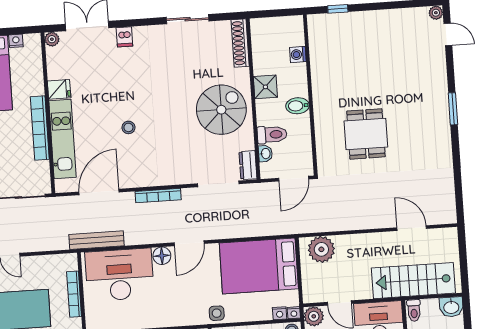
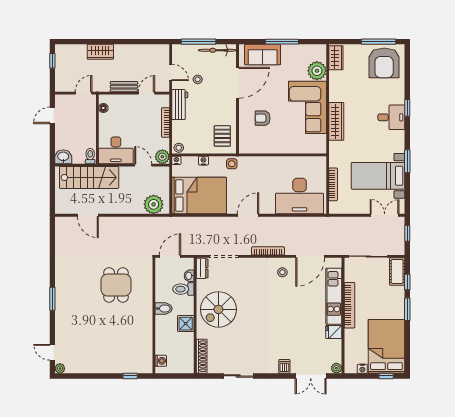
washing machine: (298, 54) -> (161, 361), moved
stool: (128, 127) -> (282, 272), moved
bench: (96, 240) -> (314, 222), removed
floor lamp: (162, 256) -> (268, 208), removed
nightstand: (280, 313) -> (203, 161), moved

